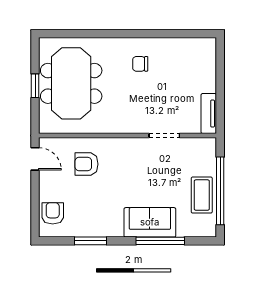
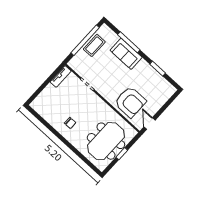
armchair: (86, 164) -> (130, 102), width x1.88, depth x1.88
armchair: (53, 213) -> (163, 94), removed

